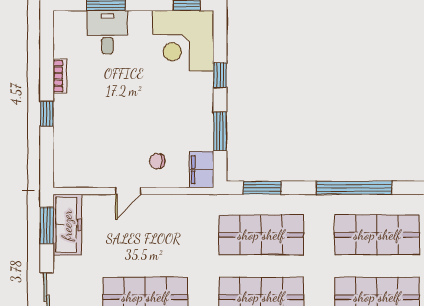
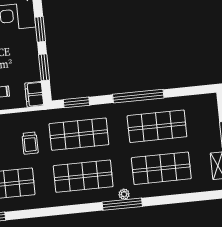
window: (220, 75) -> (40, 29), width x1.50
trolley: (188, 241) -> (30, 143), added

